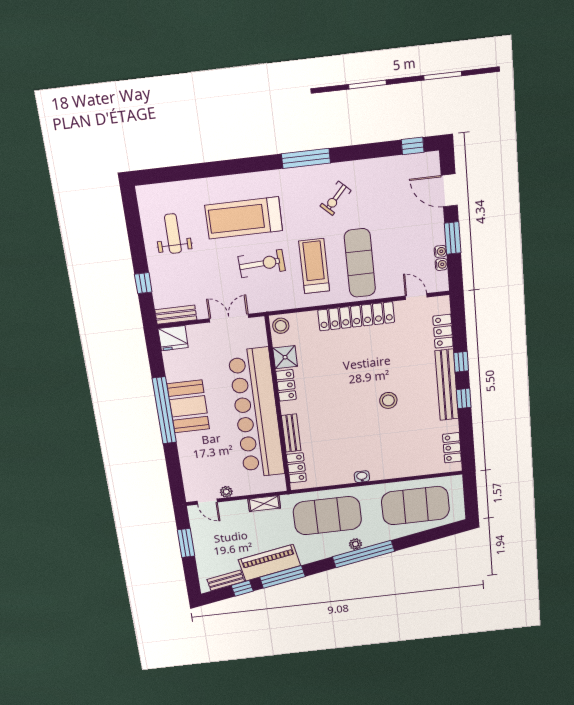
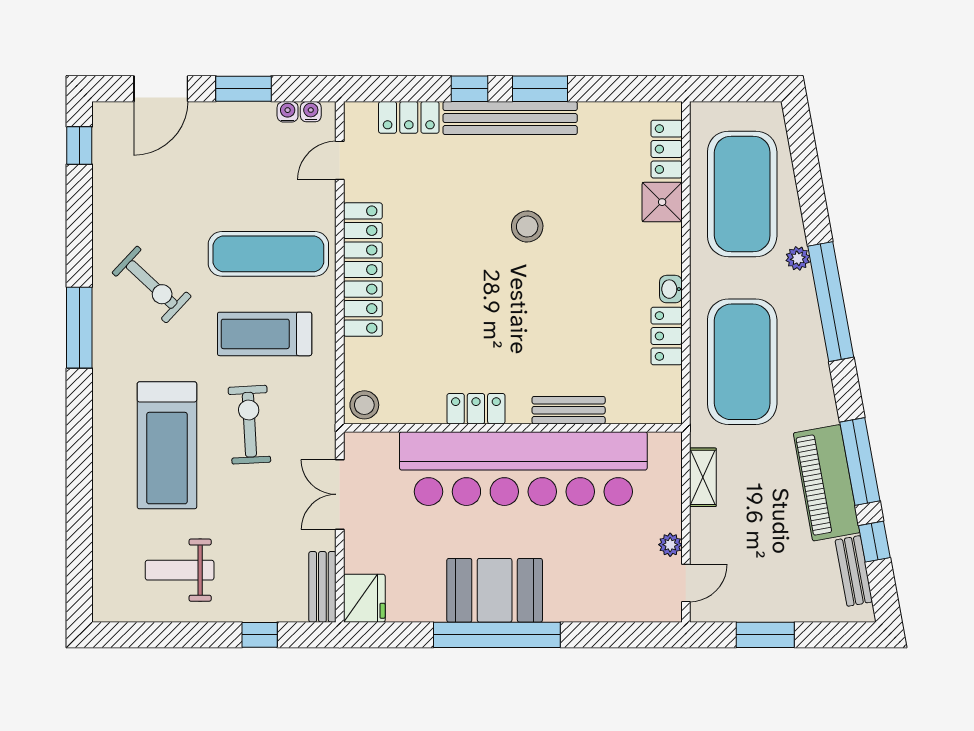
exercise bike: (336, 198) -> (152, 285), width x1.38, depth x1.39
water cooler: (440, 251) -> (311, 112), moved
shower: (285, 357) -> (662, 202), moved
window: (464, 399) -> (540, 89), width x1.50
locker: (452, 448) -> (667, 149), moved, turned 90
locker: (296, 468) -> (667, 336), moved, turned -90
plant: (355, 544) -> (798, 258), moved

